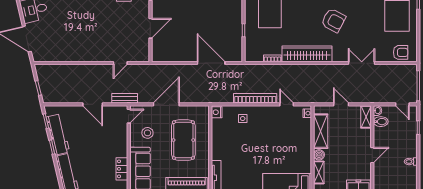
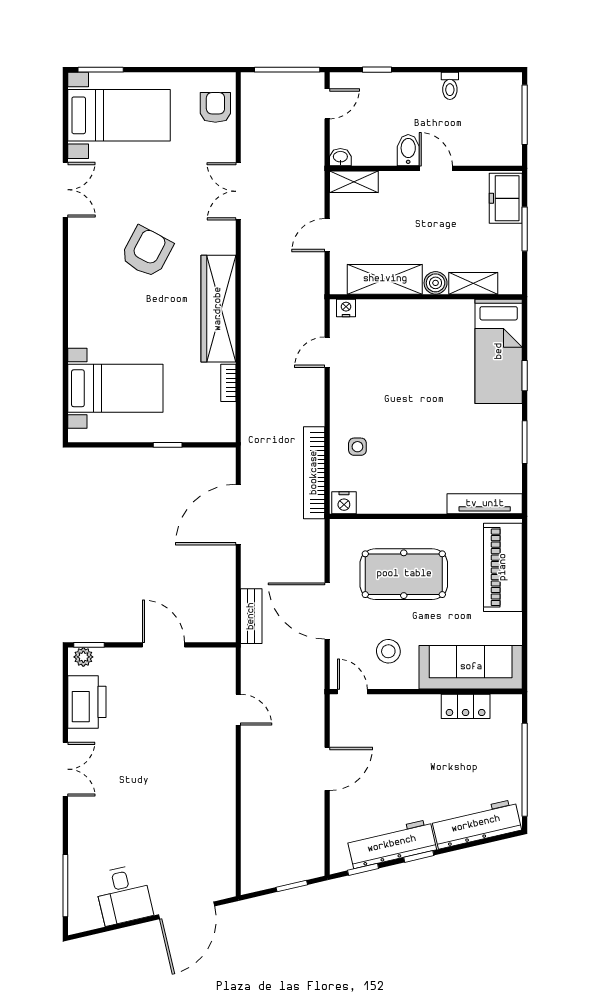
bench: (125, 98) -> (251, 616), moved
bookcase: (255, 98) -> (314, 473), moved
bidet: (381, 122) -> (408, 150), moved

